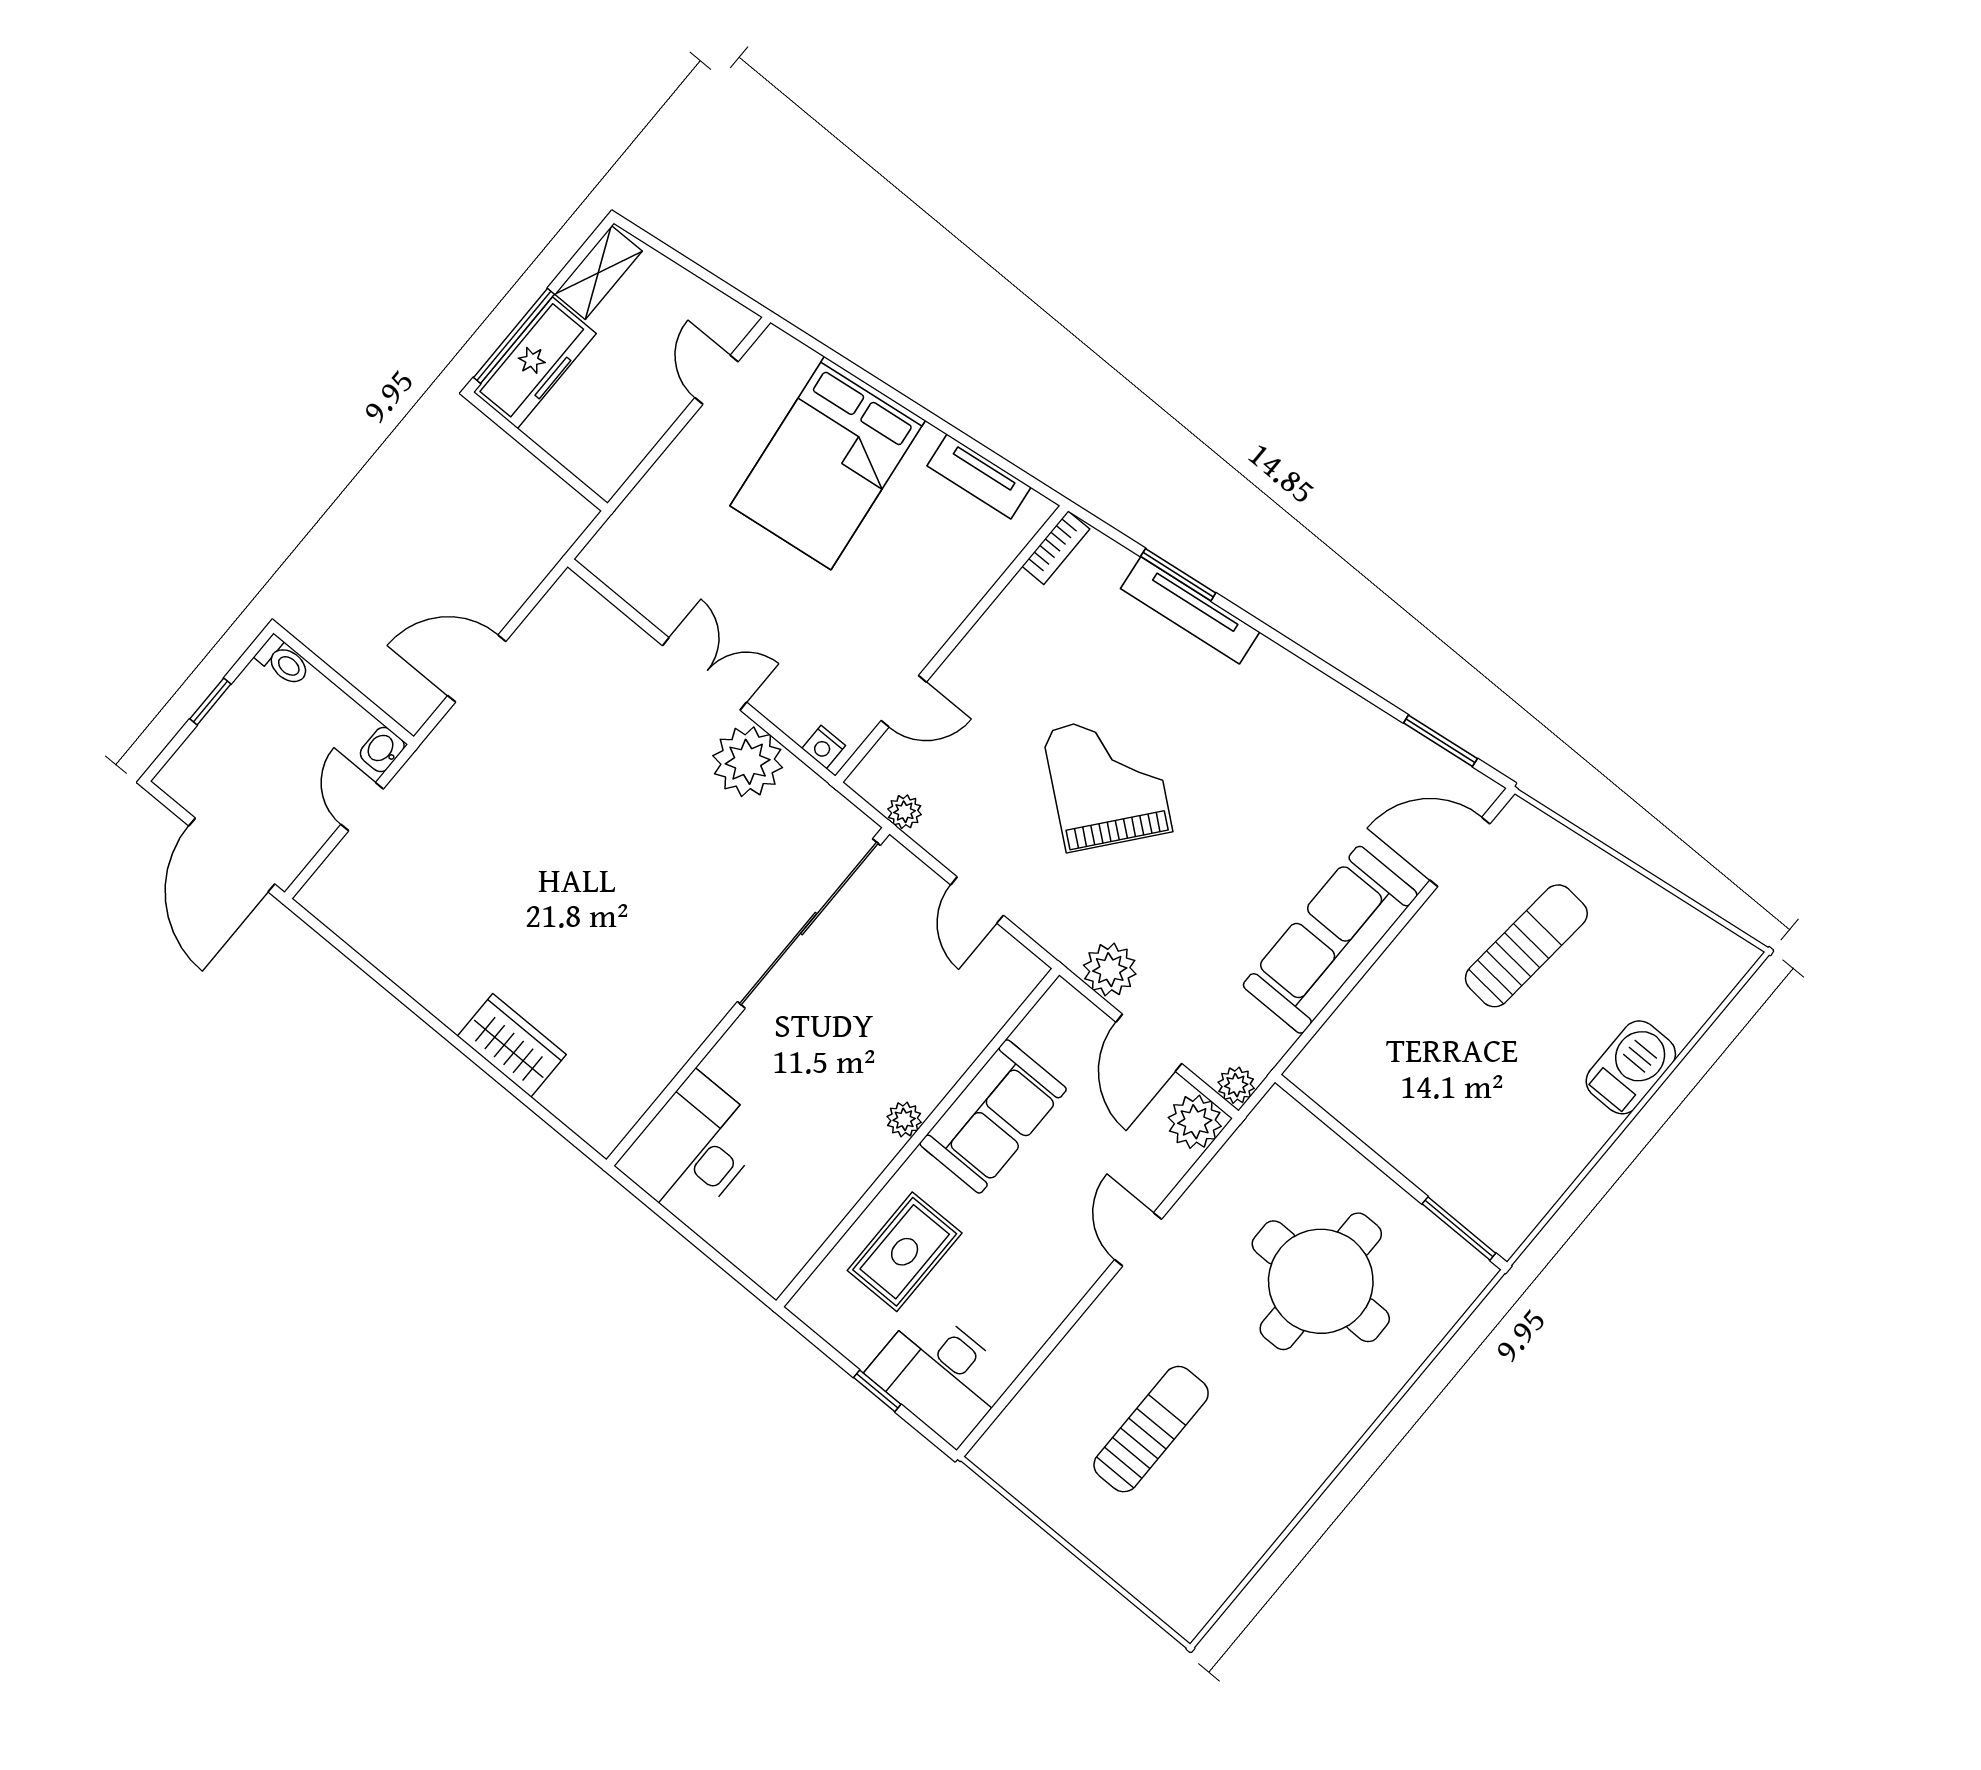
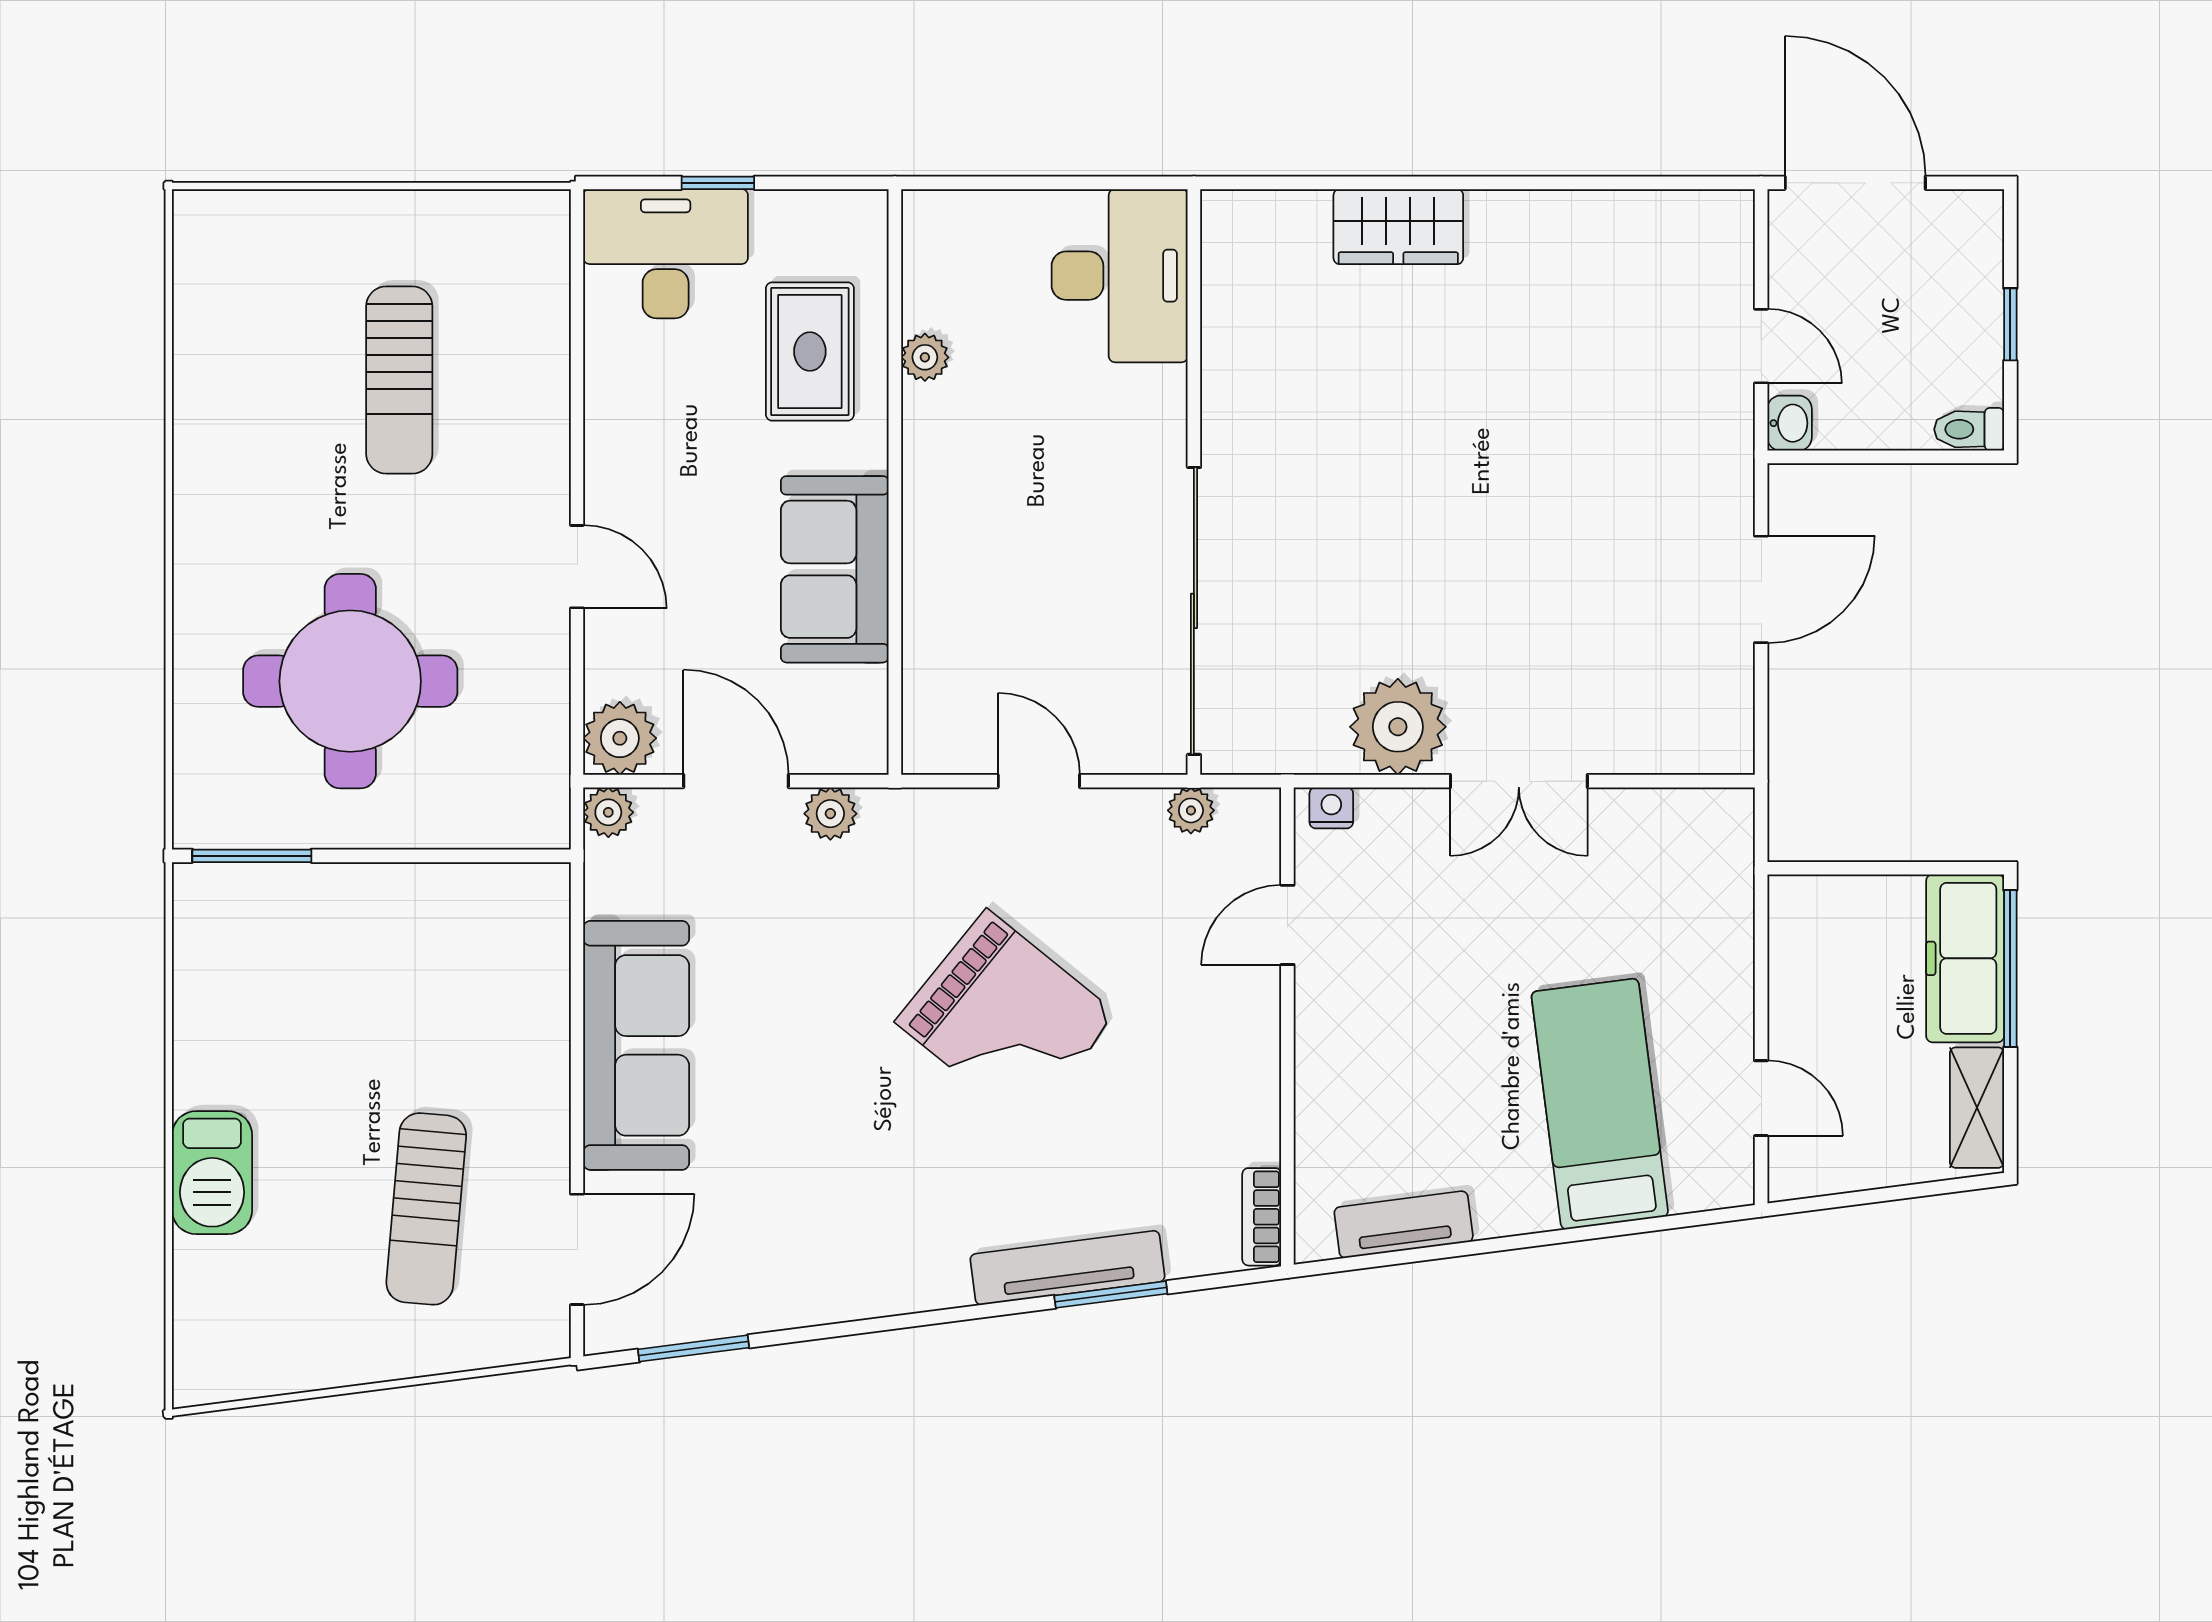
bed: (828, 463) -> (1600, 1104), width x0.67
plant: (1110, 970) -> (830, 814), width x0.73, depth x0.73
plant: (904, 1119) -> (925, 357), moved

